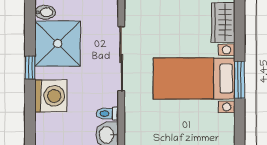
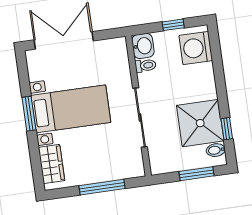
window: (30, 68) -> (227, 129), moved
washing machine: (51, 96) -> (196, 48), moved

